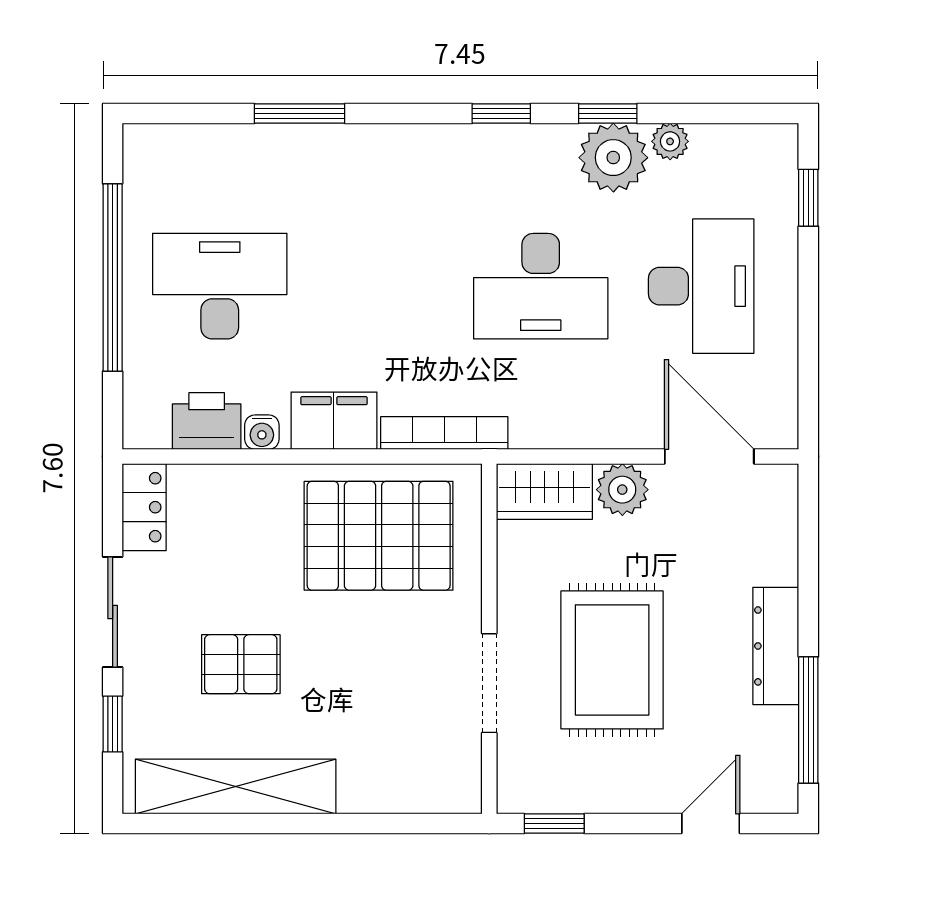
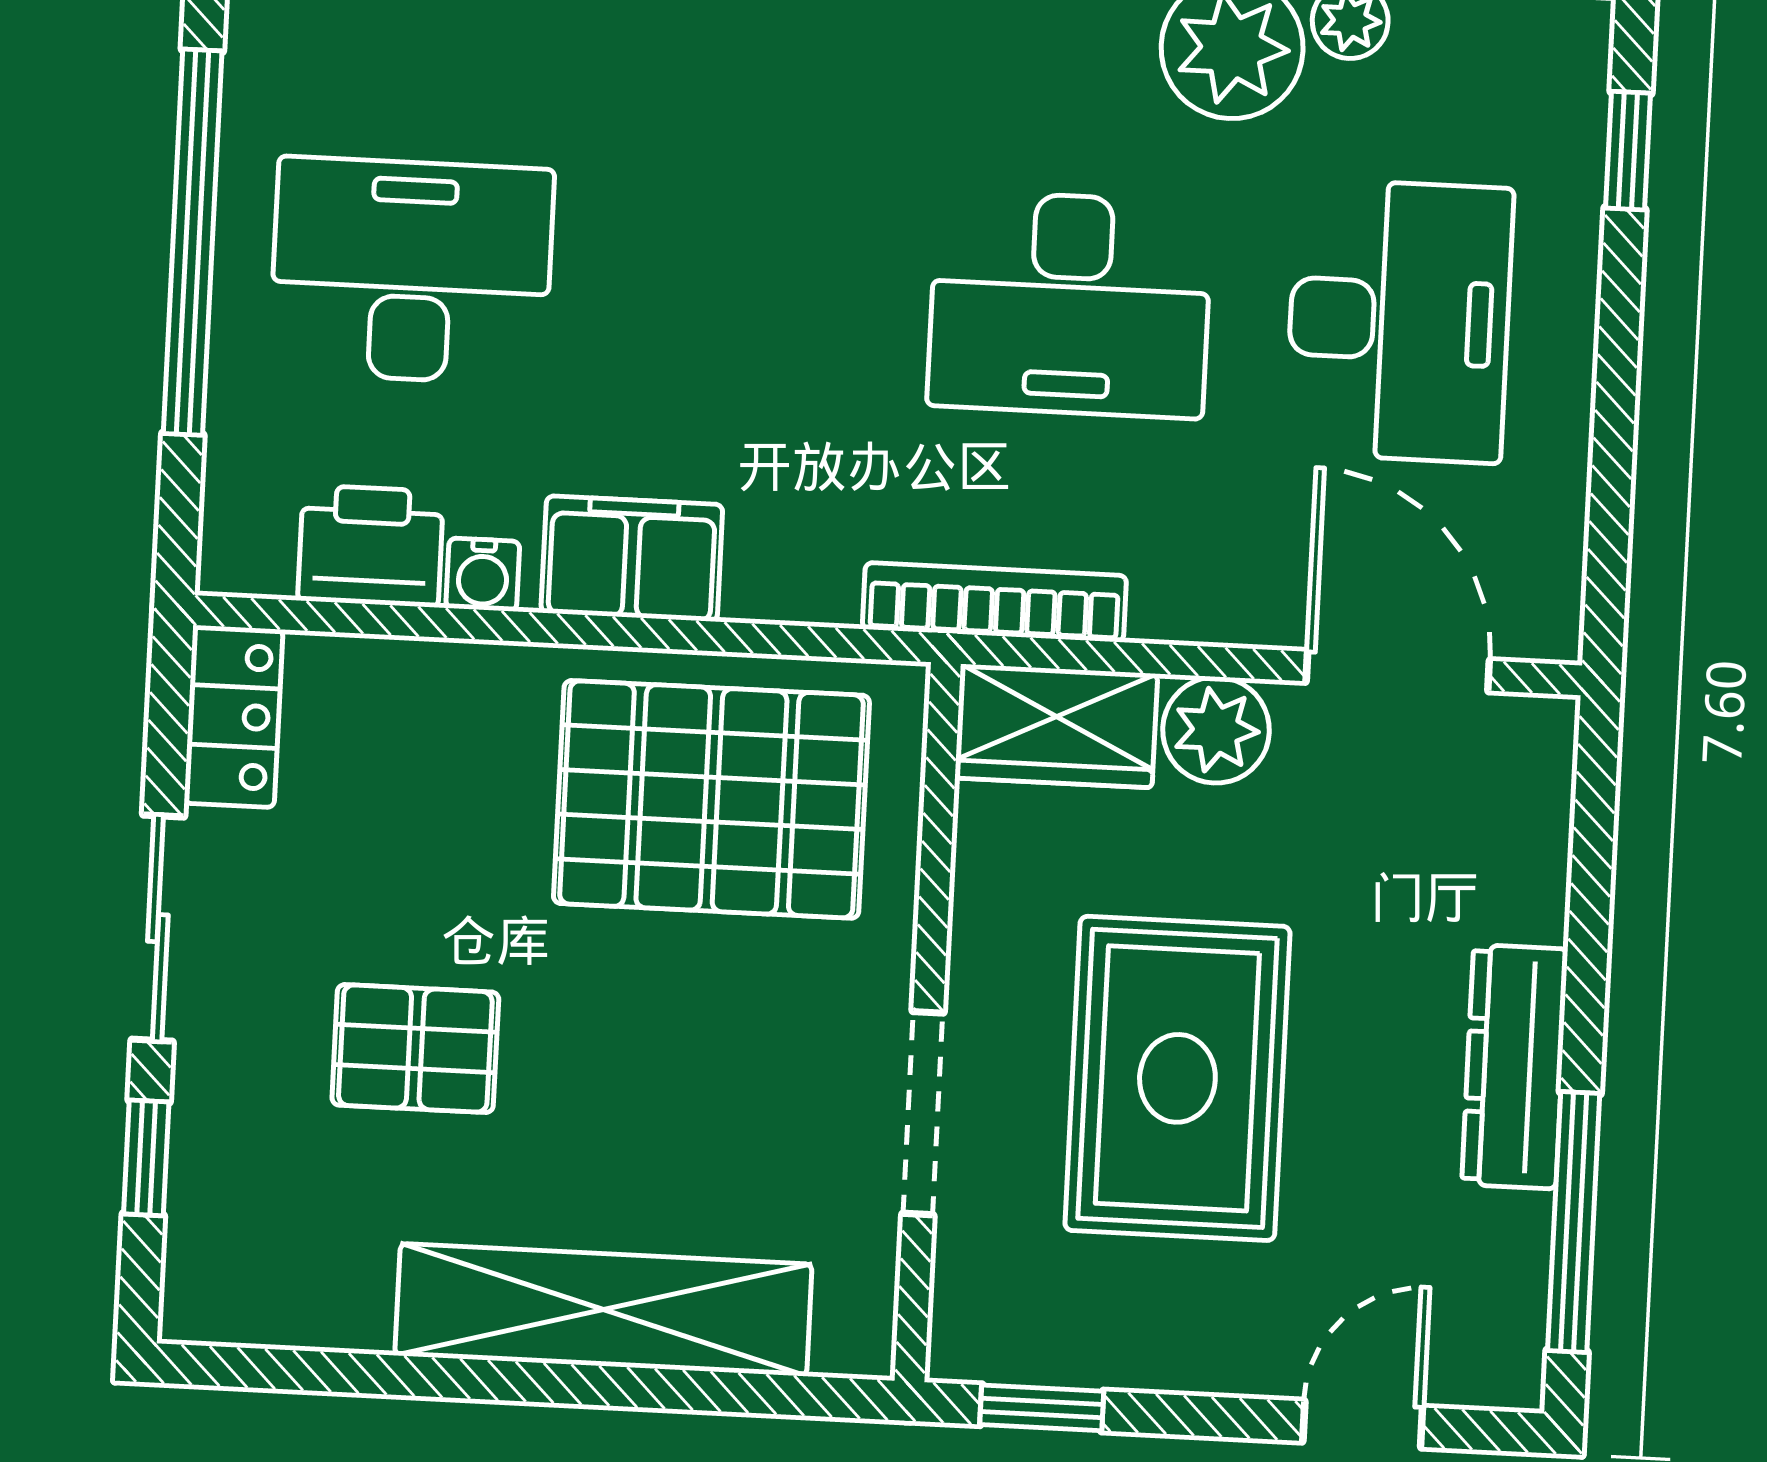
bookcase: (444, 433) -> (994, 602), moved
shelving: (236, 787) -> (603, 1310), moved

